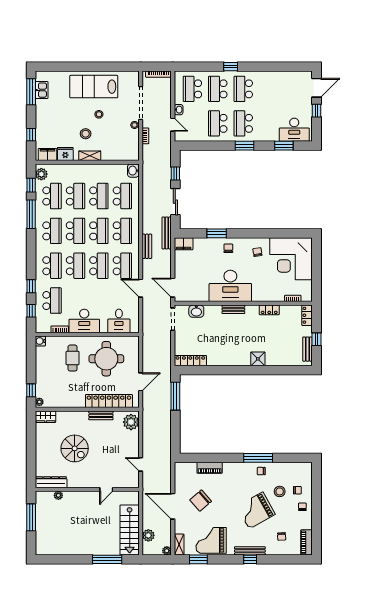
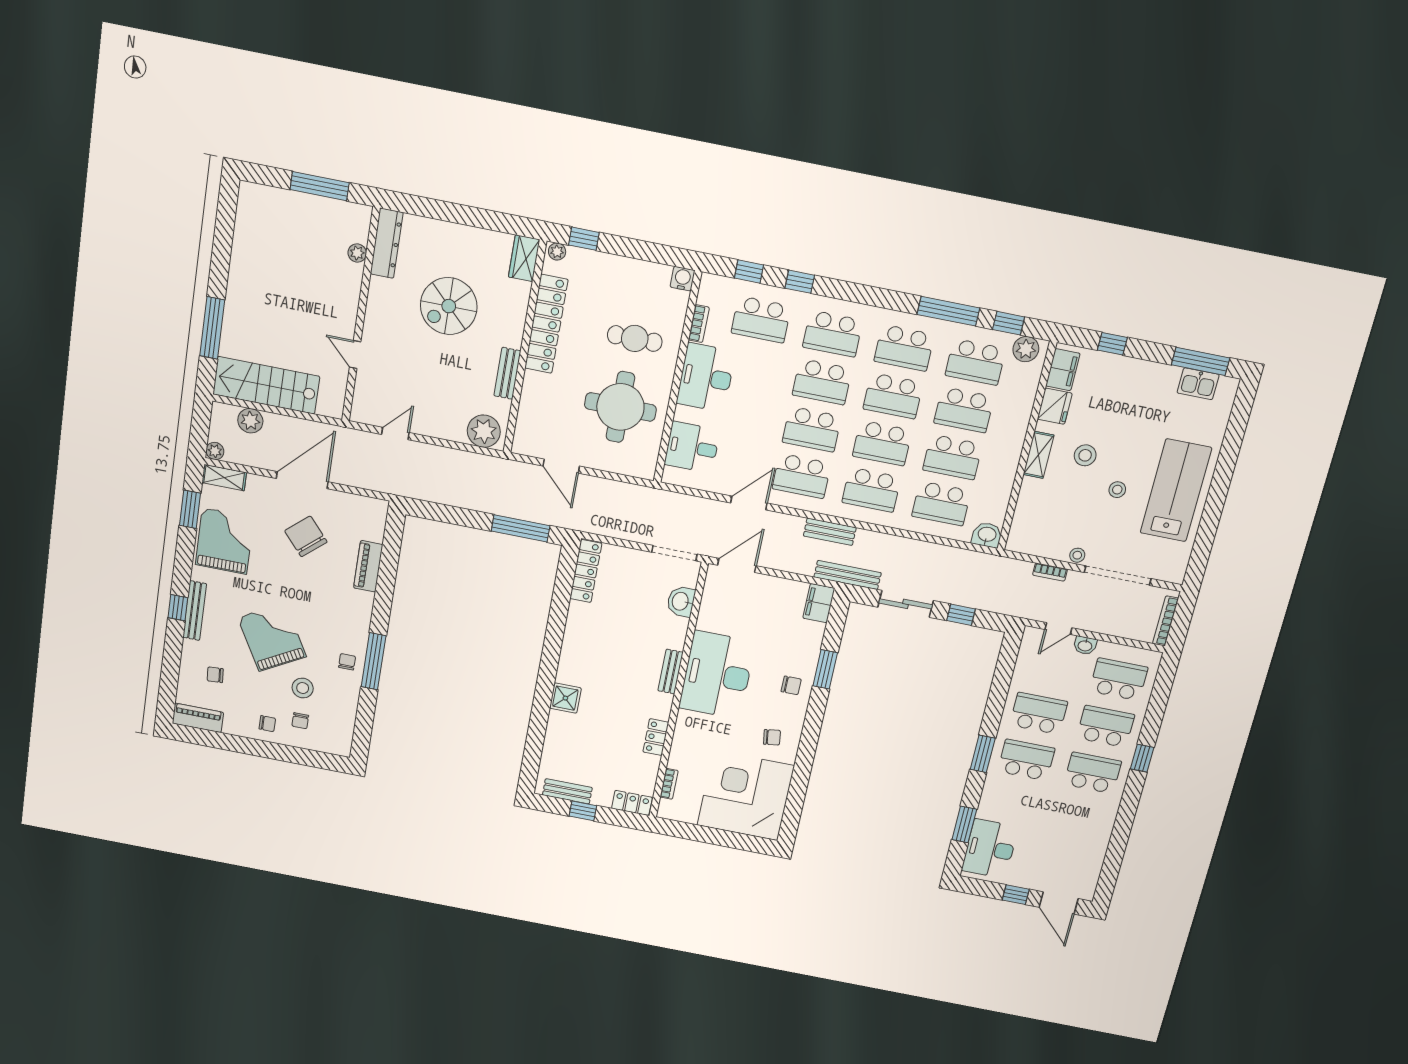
locker: (109, 401) -> (546, 324), moved

